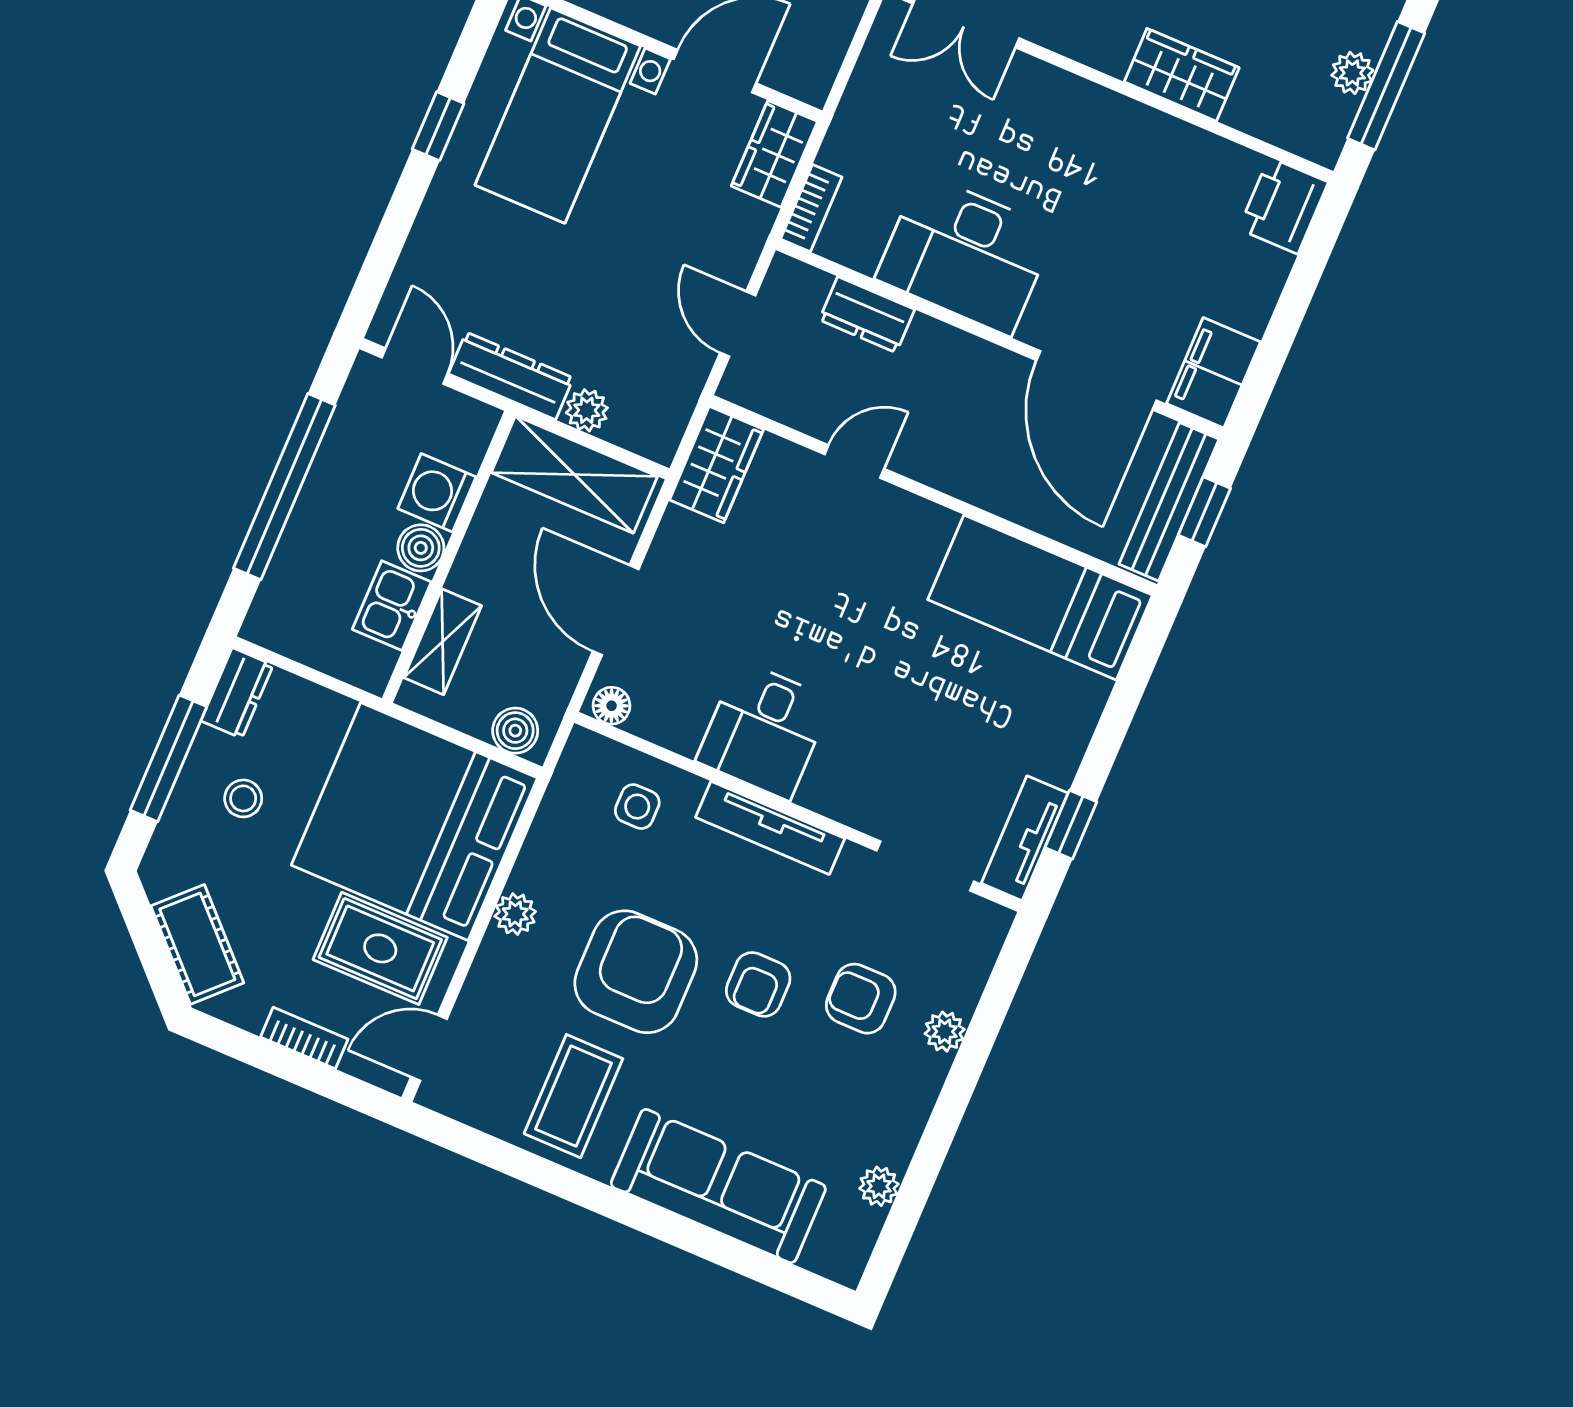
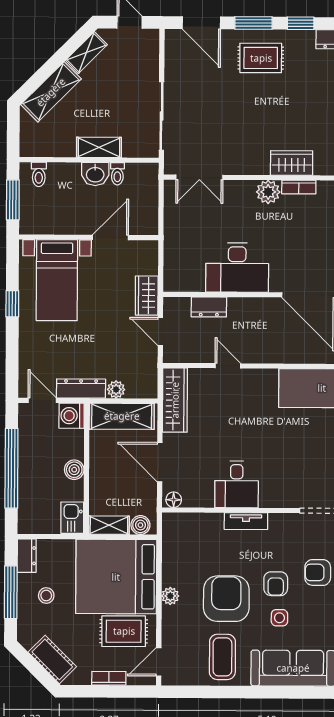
plant: (1103, 117) -> (268, 192), added
wardrobe: (774, 154) -> (147, 296), moved
bookcase: (811, 208) -> (299, 187), moved, turned 90
door: (854, 462) -> (228, 366), hinge flipped
wardrobe: (716, 465) -> (175, 400), width x1.50
washing machine: (437, 493) -> (72, 416), moved
kitchen sink: (392, 606) -> (72, 518), moved
shelving: (443, 642) -> (109, 525), moved, turned 90
side table: (637, 807) -> (279, 618), moved
tv unit: (770, 828) -> (246, 521), width x0.71

